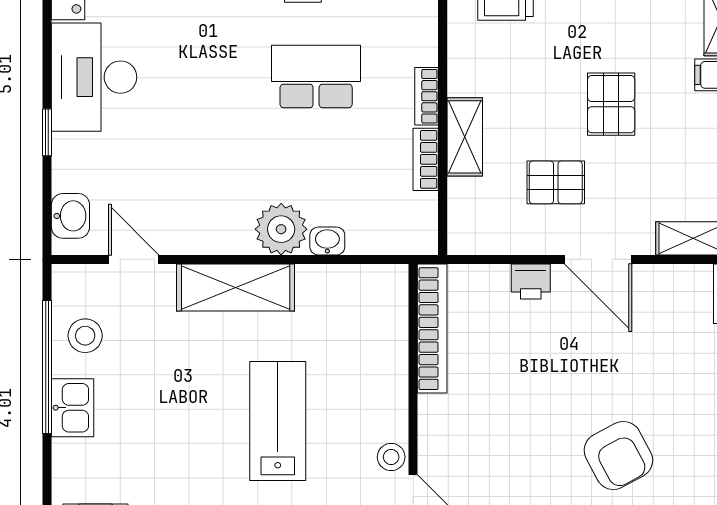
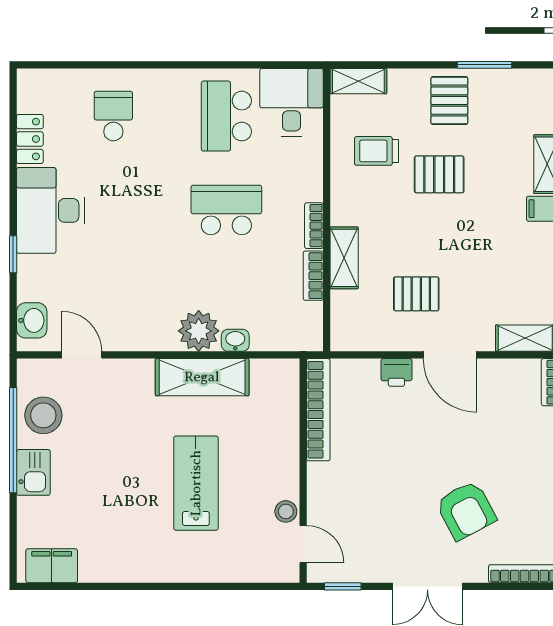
pallet: (611, 104) -> (439, 174), moved, turned 90
shelving: (236, 288) -> (202, 377), moved
stool: (85, 336) -> (43, 415), width x1.38, depth x1.38

